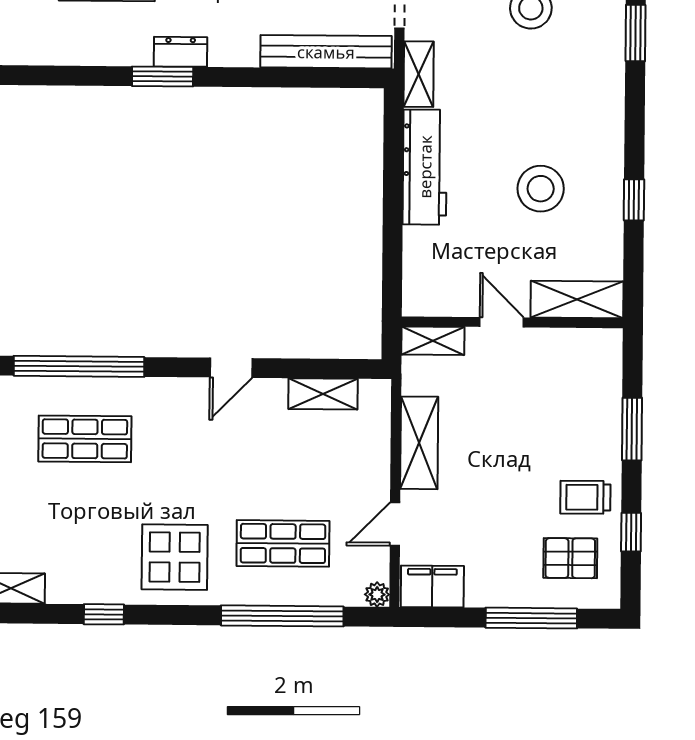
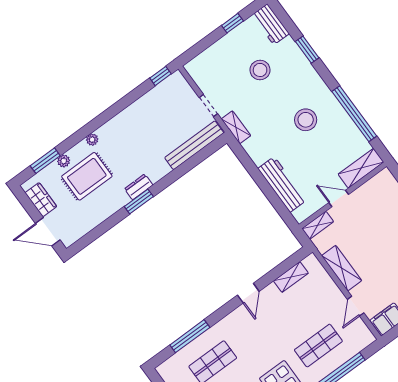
workbench: (425, 167) -> (282, 184), moved
stool: (541, 189) -> (306, 120), moved
window: (634, 200) -> (354, 114), width x3.17
window: (79, 366) -> (190, 336), width x0.68
plant: (377, 594) -> (369, 338), removed

